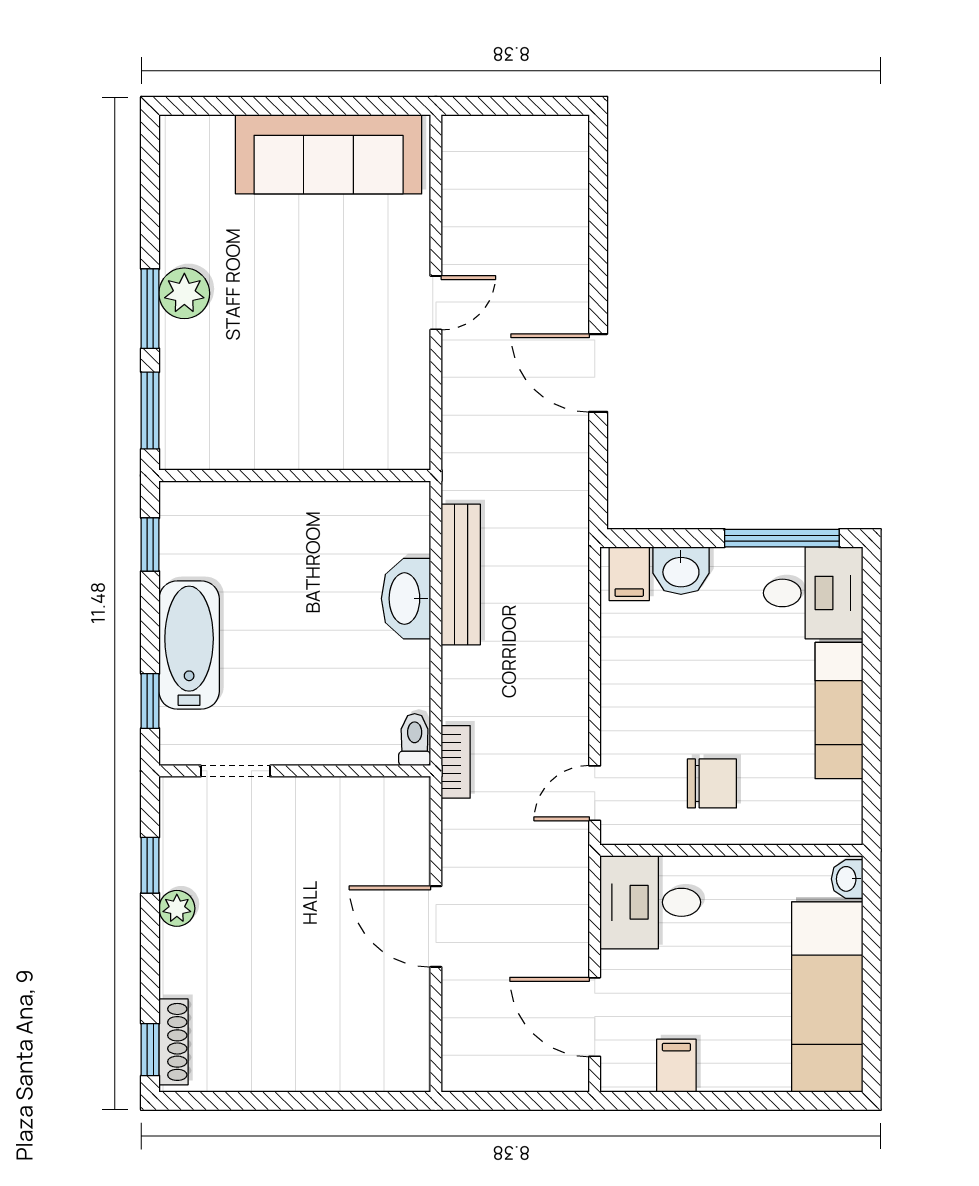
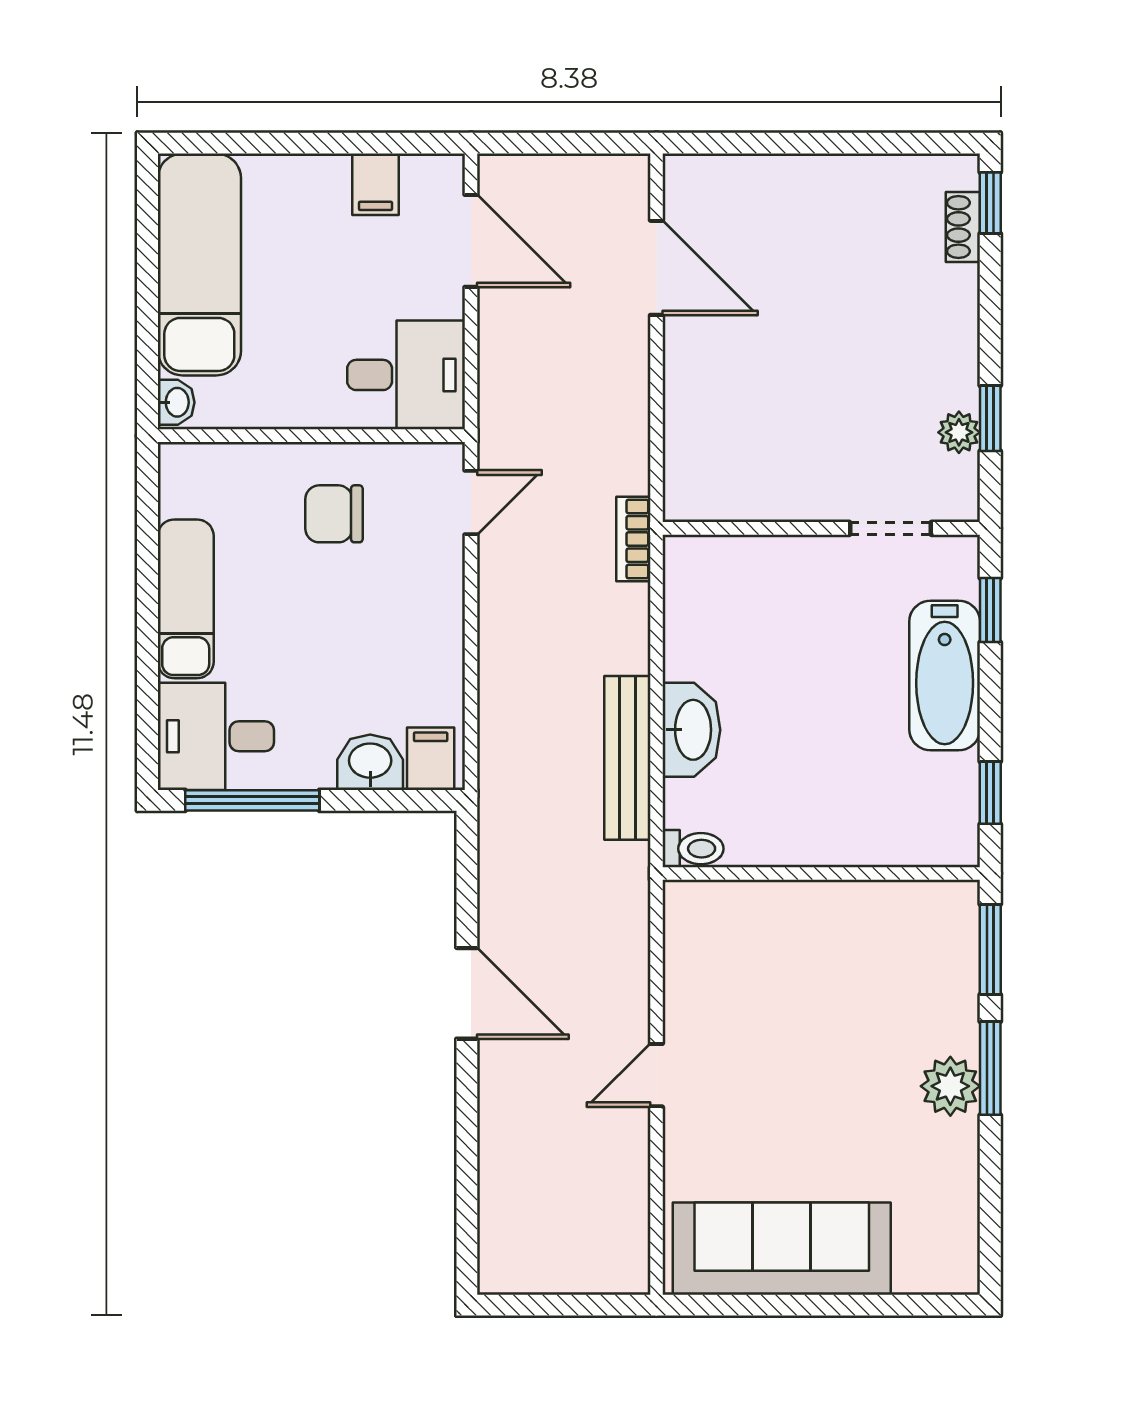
toilet: (415, 740) -> (693, 849), moved, turned -90
plant: (177, 908) -> (959, 432), moved
door: (436, 927) -> (656, 268), moved
shoe rack: (173, 1042) -> (963, 227), width x0.70

